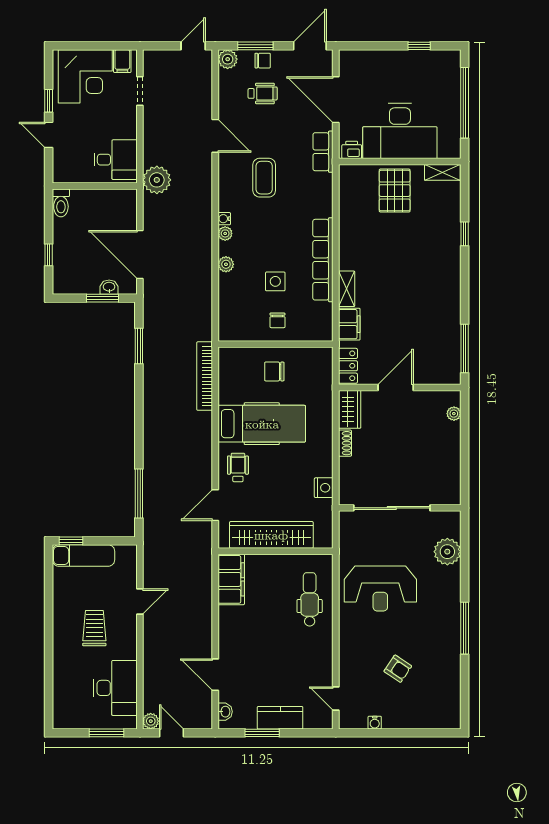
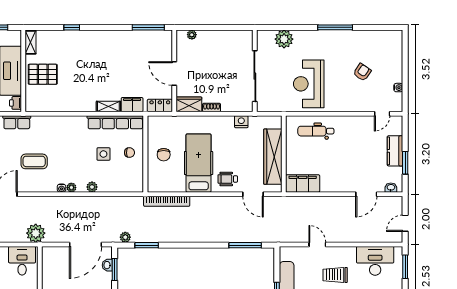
row of seats: (323, 260) -> (115, 122), moved
reception desk: (380, 588) -> (309, 84), turned 180
plant: (151, 721) -> (125, 237), moved

